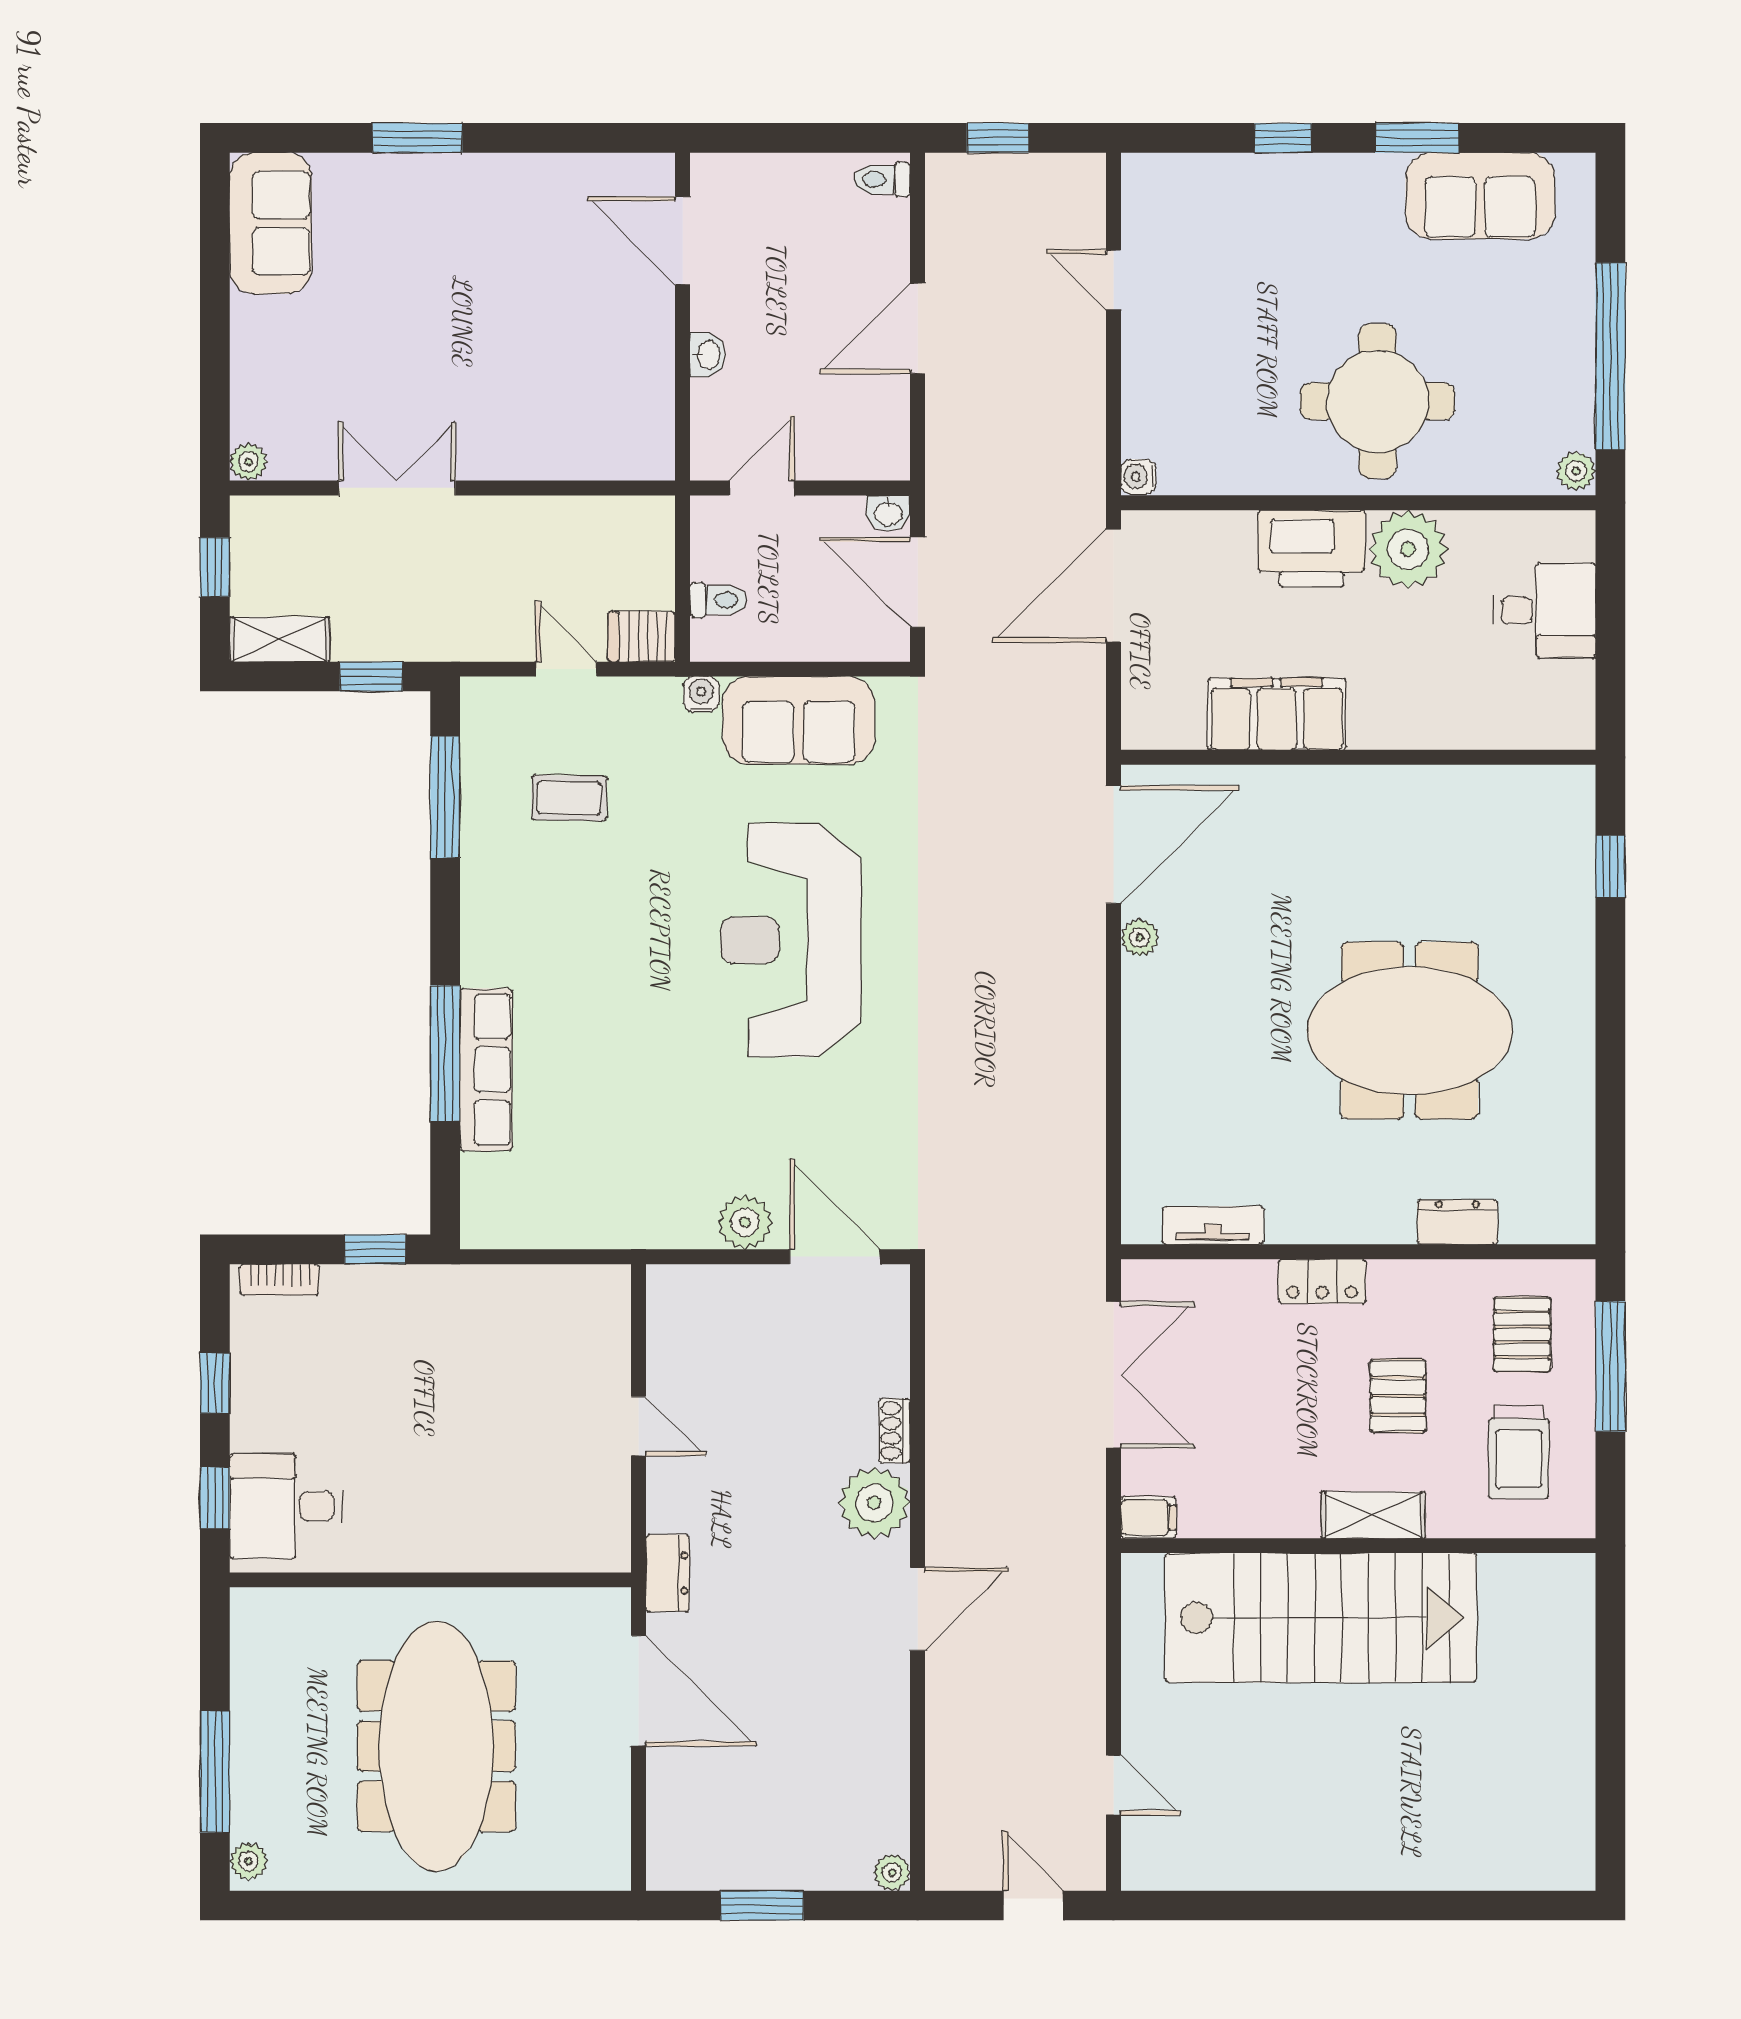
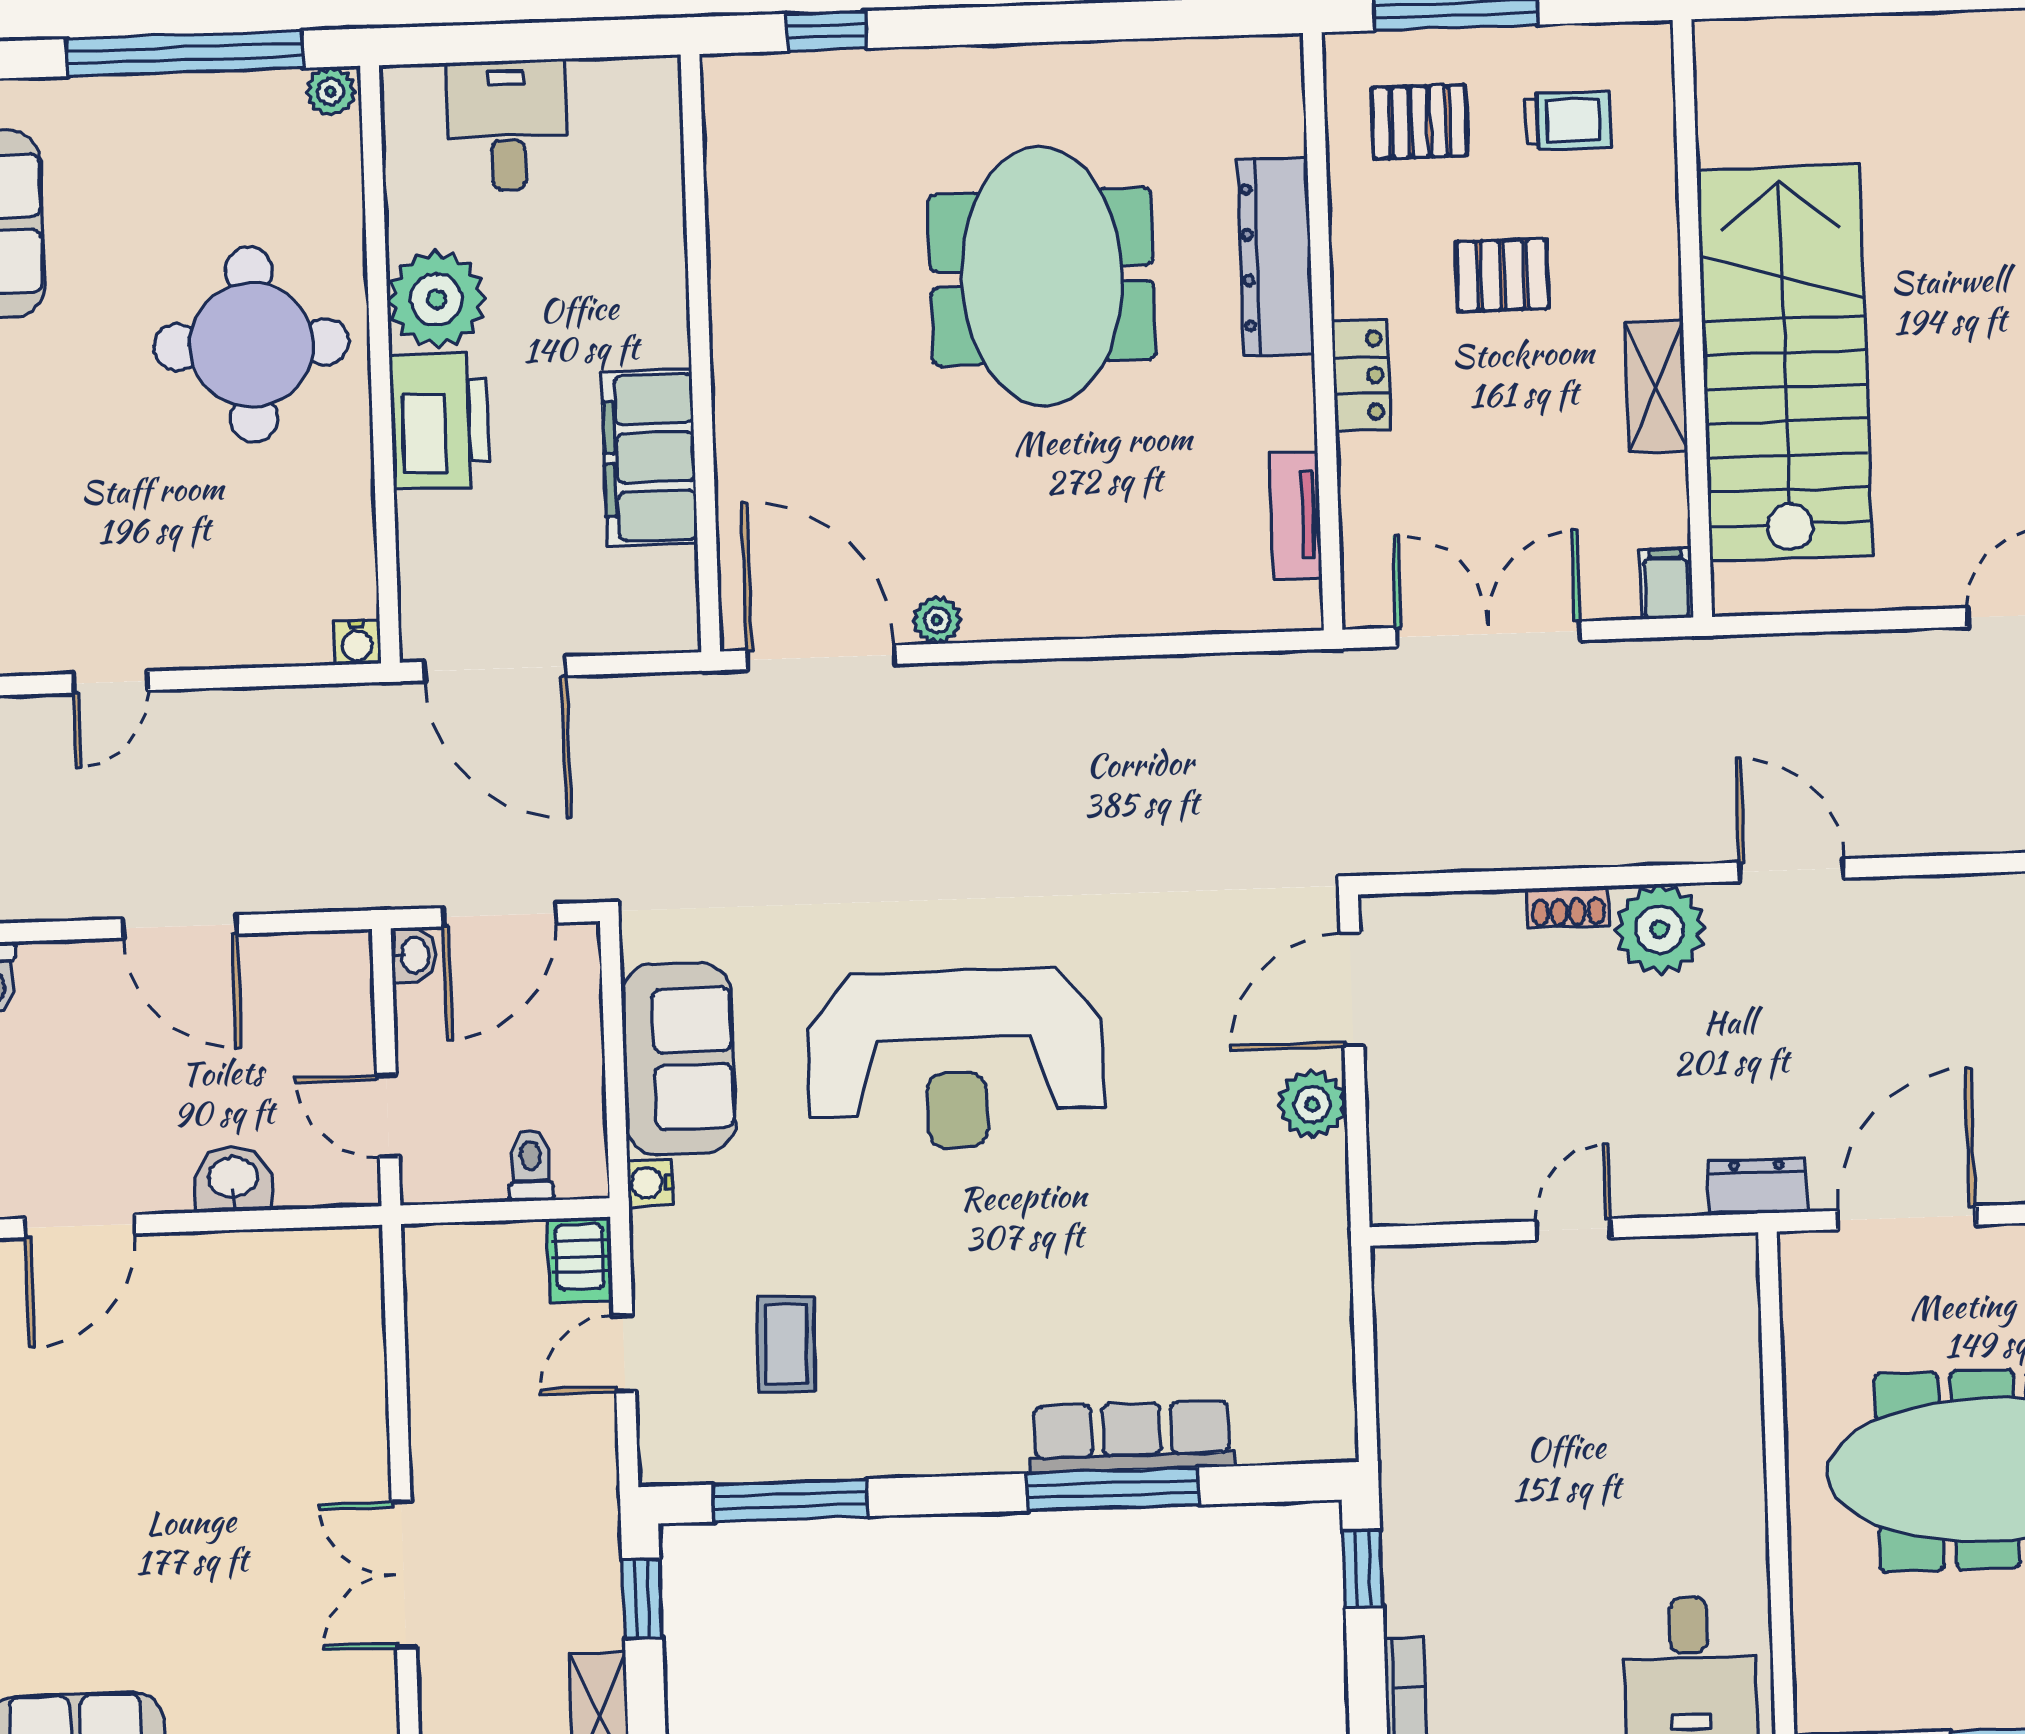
washbasin: (708, 355) -> (233, 1179), width x1.38, depth x1.45
dresser: (1457, 1222) -> (1276, 257), width x1.96, depth x1.24
trolley: (1519, 1452) -> (1568, 121), width x0.73, depth x0.72
shelving: (1373, 1515) -> (1656, 386), moved

